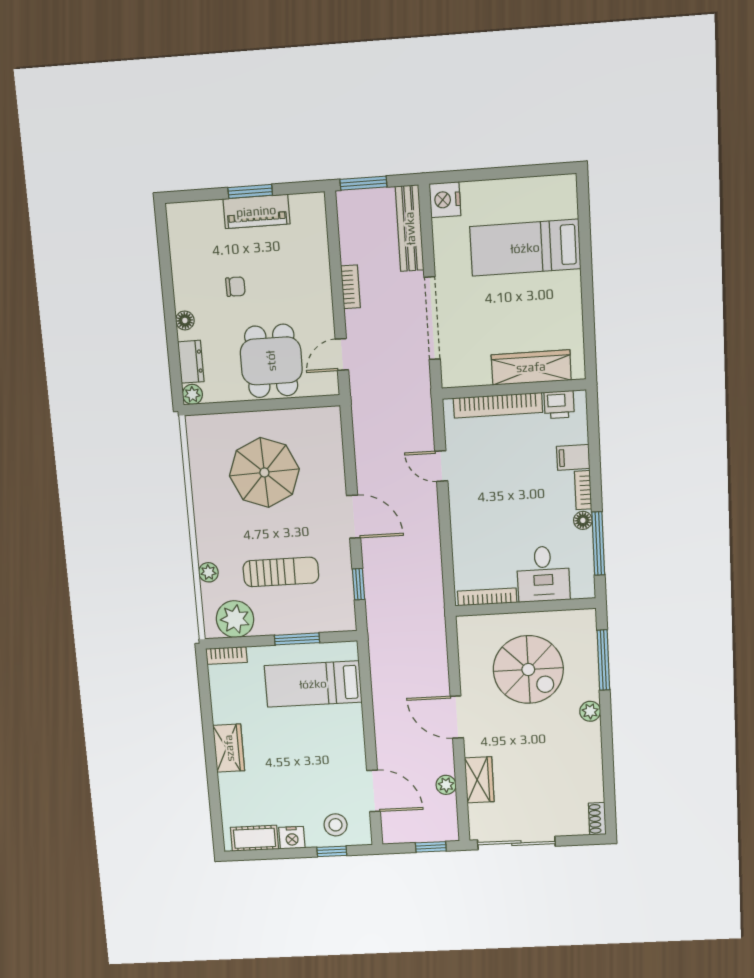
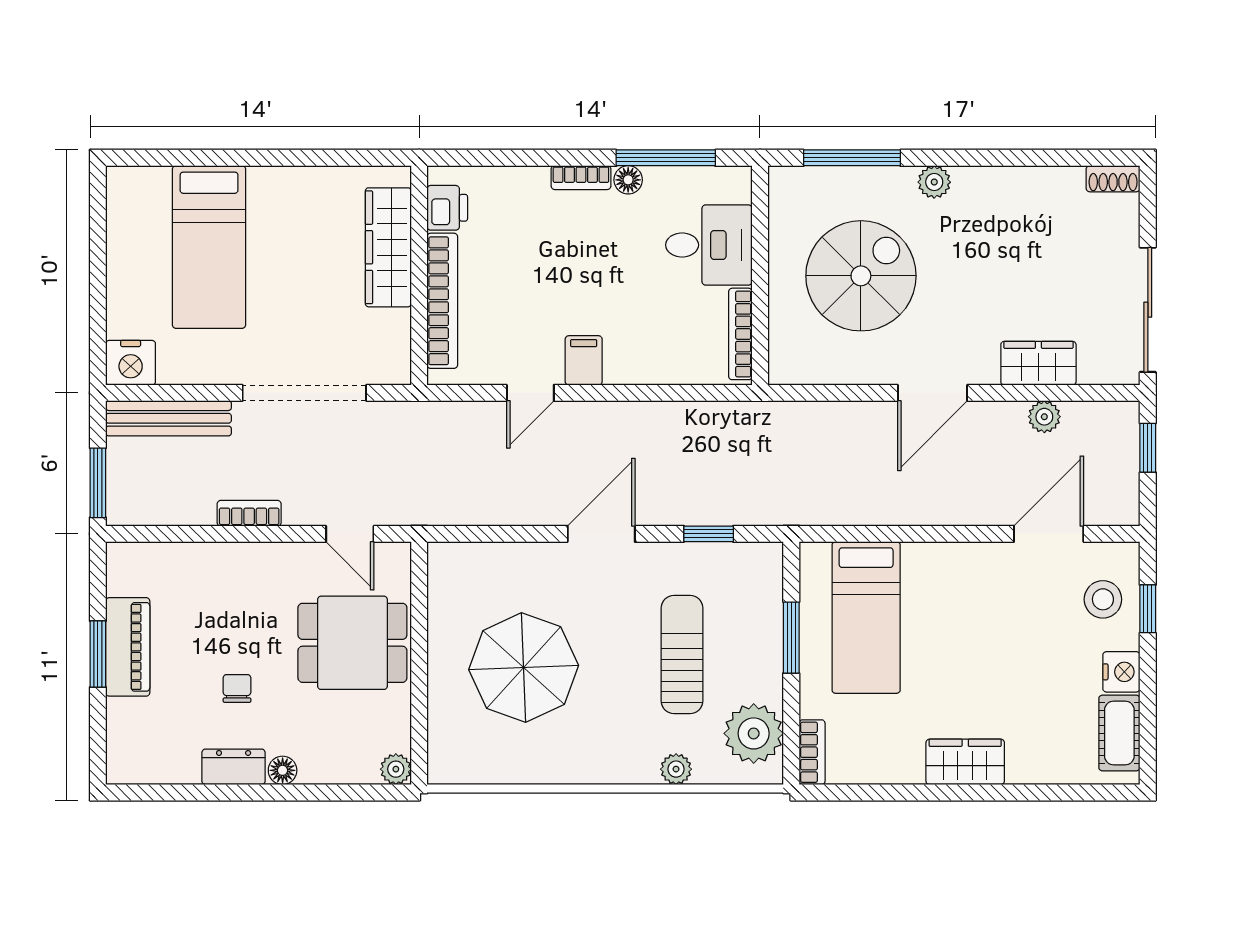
dresser: (191, 362) -> (234, 767), moved
filing cabinet: (573, 457) -> (584, 360), moved, turned 180

